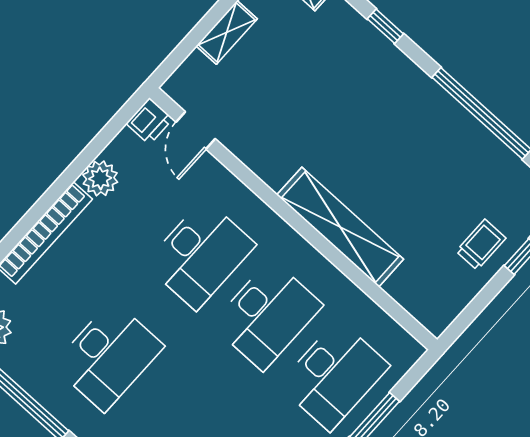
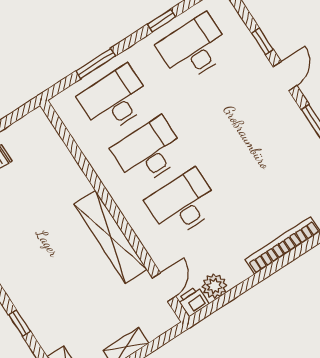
plant: (100, 178) -> (214, 286), moved
shelving: (340, 227) -> (111, 237), moved
desk: (108, 356) -> (262, 152), removed

